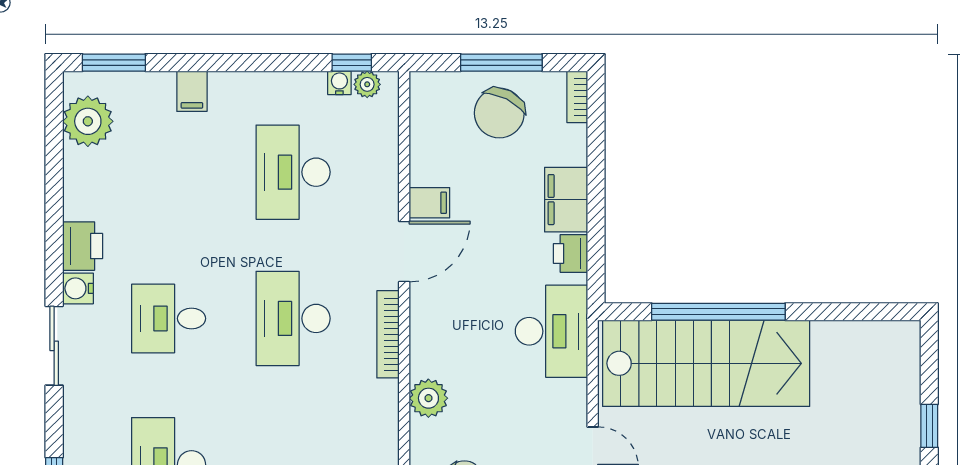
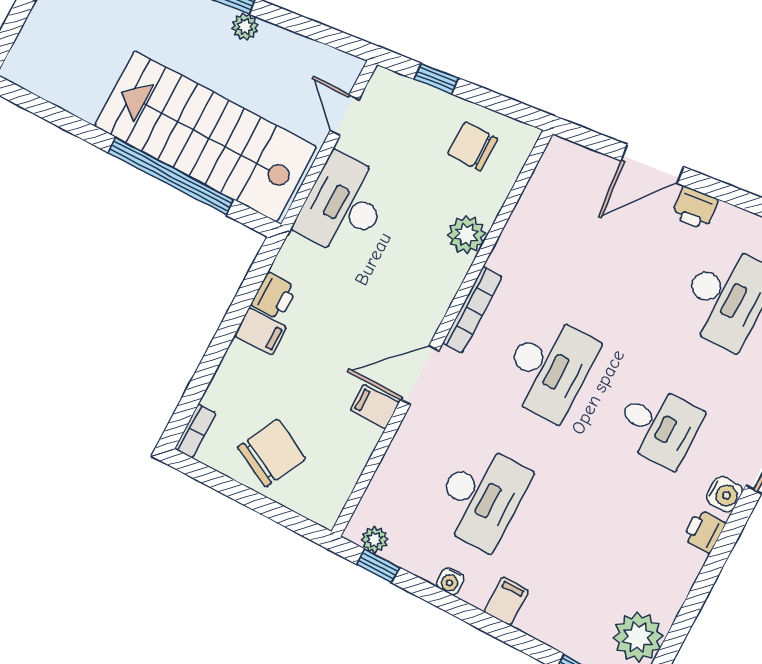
window: (501, 63) -> (246, 496), removed
water cooler: (339, 83) -> (450, 581), moved
filing cabinet: (192, 91) -> (506, 601), moved
filing cabinet: (566, 200) -> (260, 331), width x0.50
printer: (83, 246) -> (704, 531), width x0.73, depth x0.81
desk: (551, 331) -> (343, 205), moved

